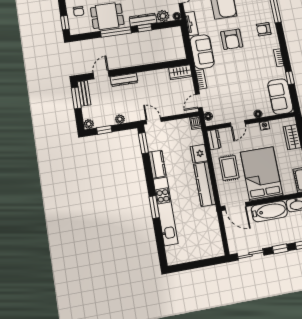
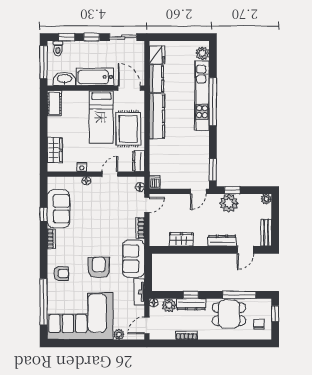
window: (116, 32) -> (239, 295), moved
wardrobe: (180, 72) -> (181, 239), moved
sofa: (280, 97) -> (58, 209), moved
window: (76, 98) -> (275, 229), removed
plant: (120, 119) -> (229, 203), width x1.88, depth x1.88
door: (154, 121) -> (198, 191), hinge flipped
window: (104, 130) -> (232, 190), moved
fridge: (199, 154) -> (157, 55), moved
kitchen counter: (157, 164) -> (156, 79), moved, turned 180
rug: (229, 168) -> (128, 129), width x1.36, depth x1.43
bed: (262, 174) -> (101, 117), width x0.67
window: (154, 207) -> (213, 102), width x2.11
plant: (172, 253) -> (202, 53), added

